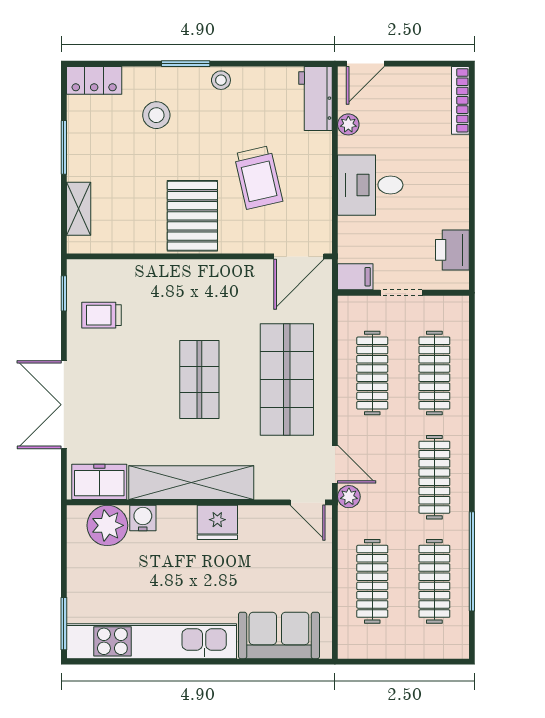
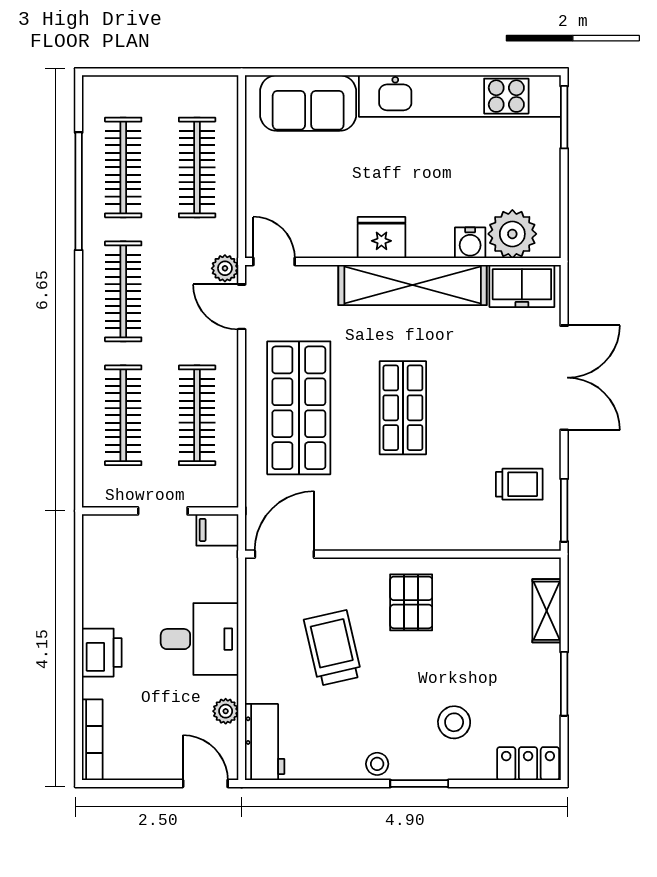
door: (365, 64) -> (205, 784), hinge flipped
pallet: (192, 216) -> (411, 602), width x0.67, depth x0.71
printer: (452, 250) -> (102, 653), moved
window: (64, 293) -> (564, 510), width x1.50

